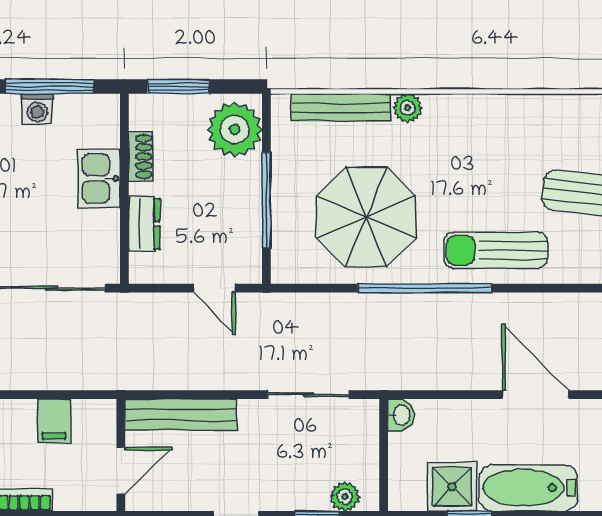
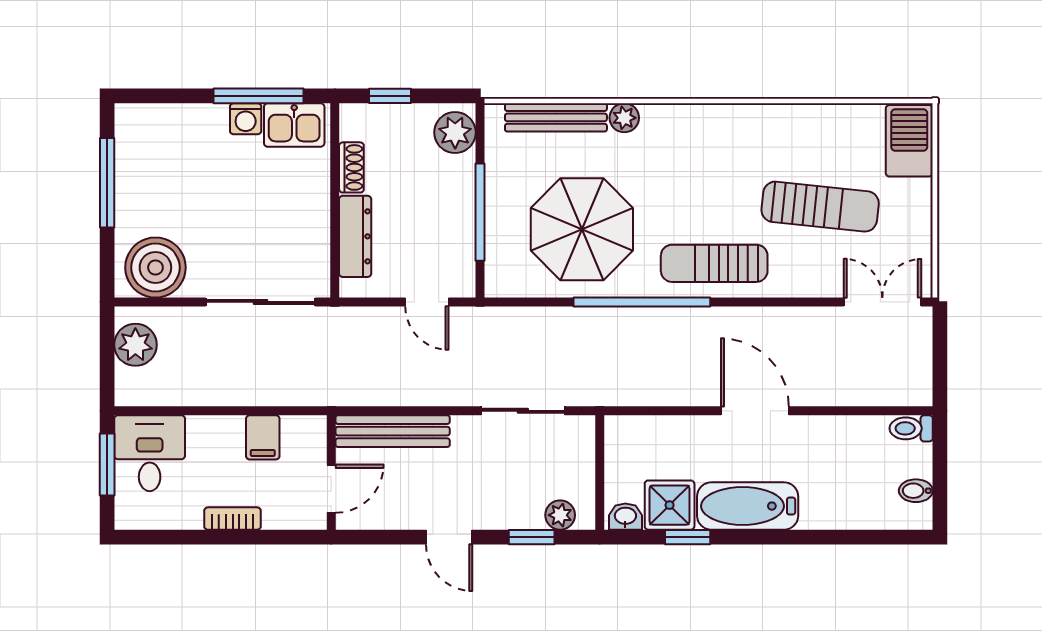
window: (178, 87) -> (390, 96), width x0.67
plant: (235, 130) -> (455, 132), width x0.73, depth x0.73
kitchen sink: (99, 178) -> (294, 125), moved, turned -90
dresser: (144, 224) -> (355, 236), width x1.44
washbasin: (401, 415) -> (625, 517), moved, turned -90

